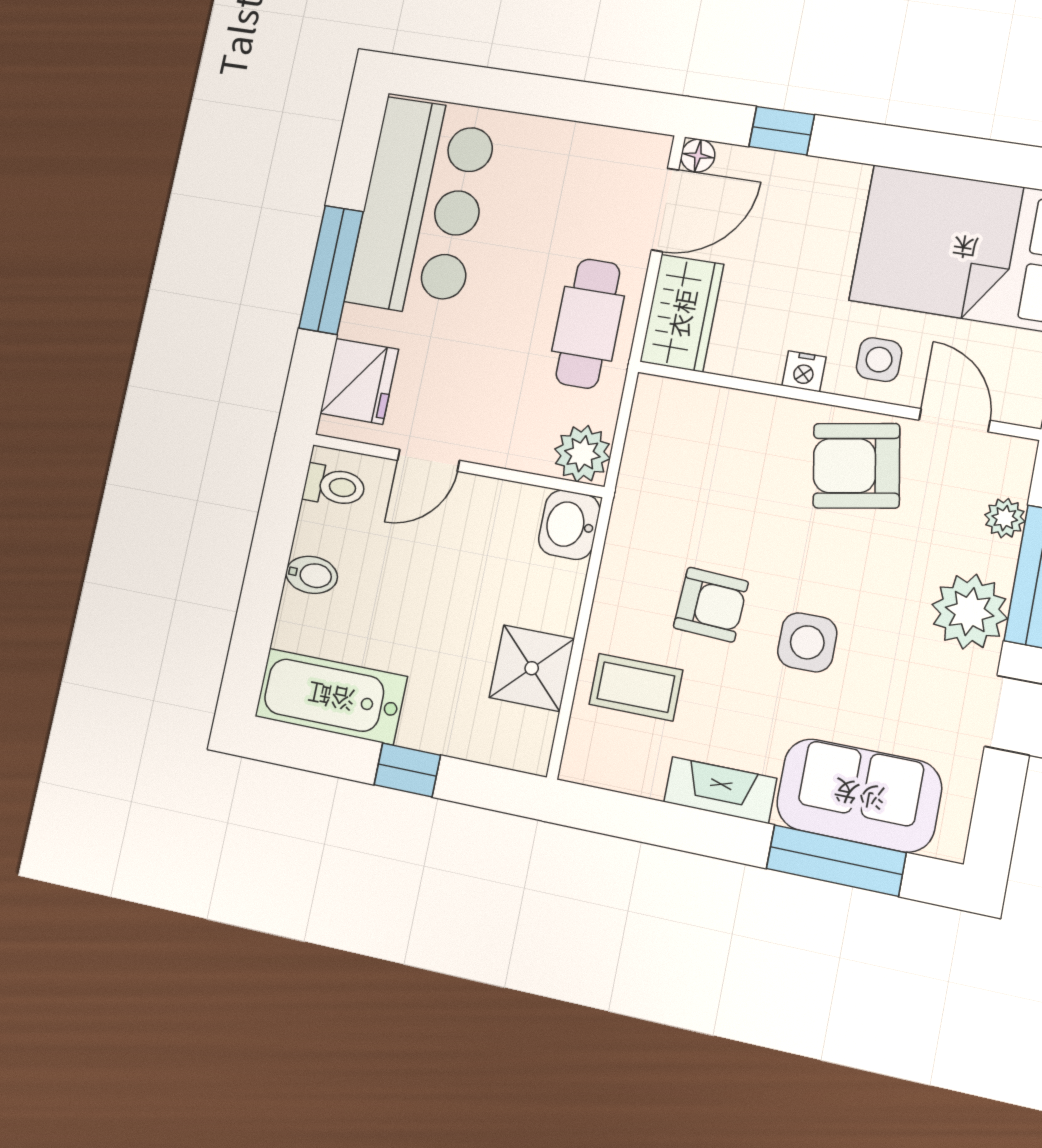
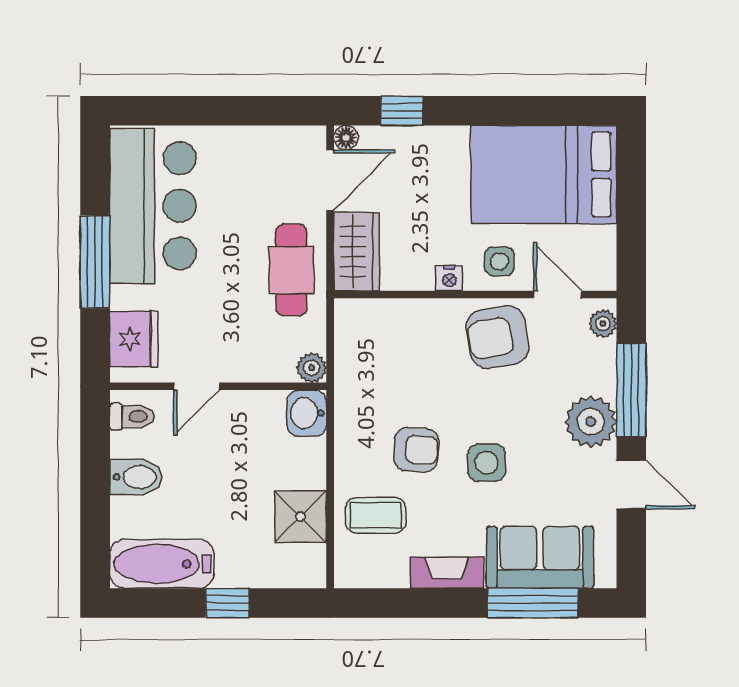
plant: (582, 454) -> (312, 368), width x0.73, depth x0.73
plant: (1005, 518) -> (603, 324), moved
bidet: (312, 575) -> (136, 477), width x1.38, depth x1.36

